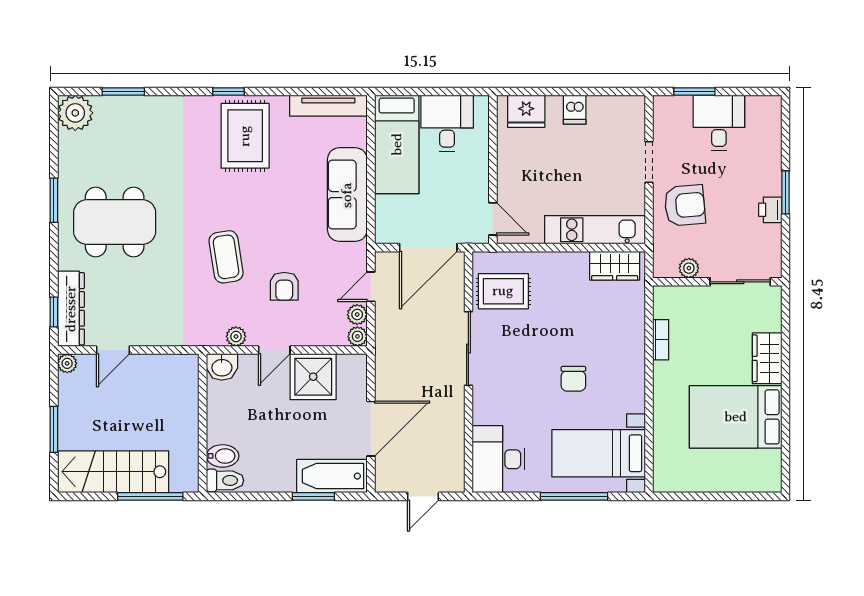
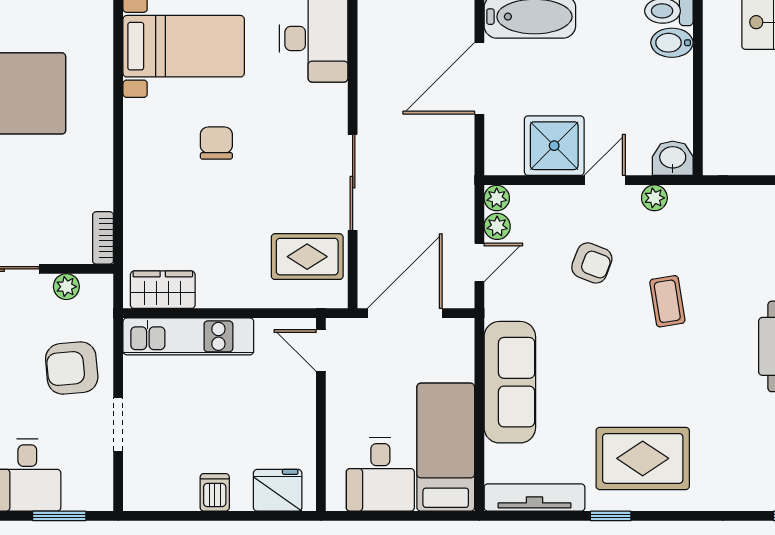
window: (229, 92) -> (611, 516), moved
rug: (245, 136) -> (643, 458), turned 90
coffee table: (226, 257) -> (667, 301), width x0.73, depth x0.77
armchair: (284, 286) -> (592, 263), turned 111
bookcase: (661, 340) -> (103, 238), moved

